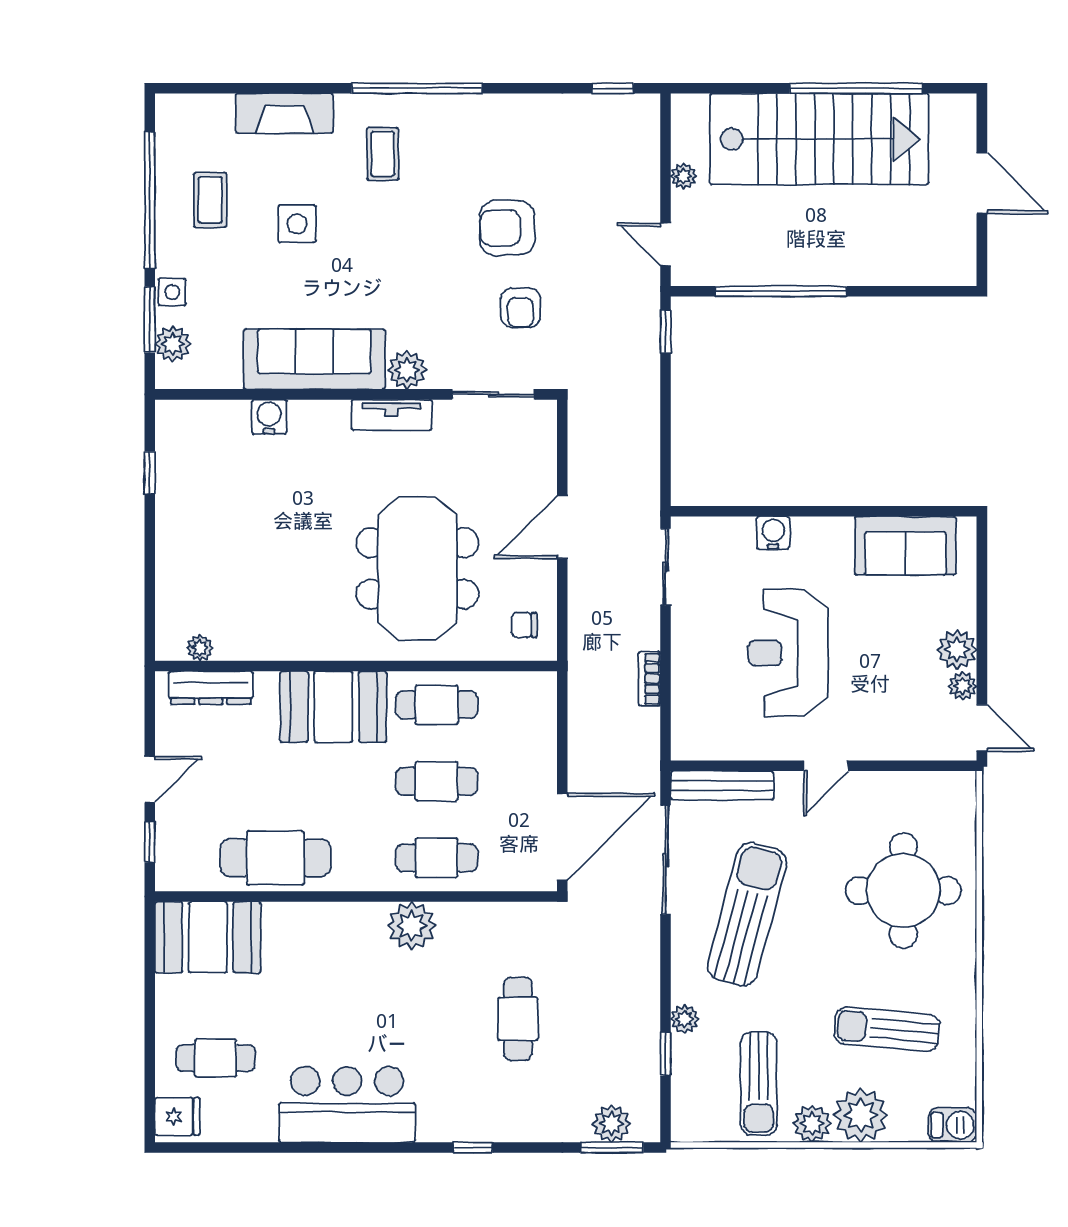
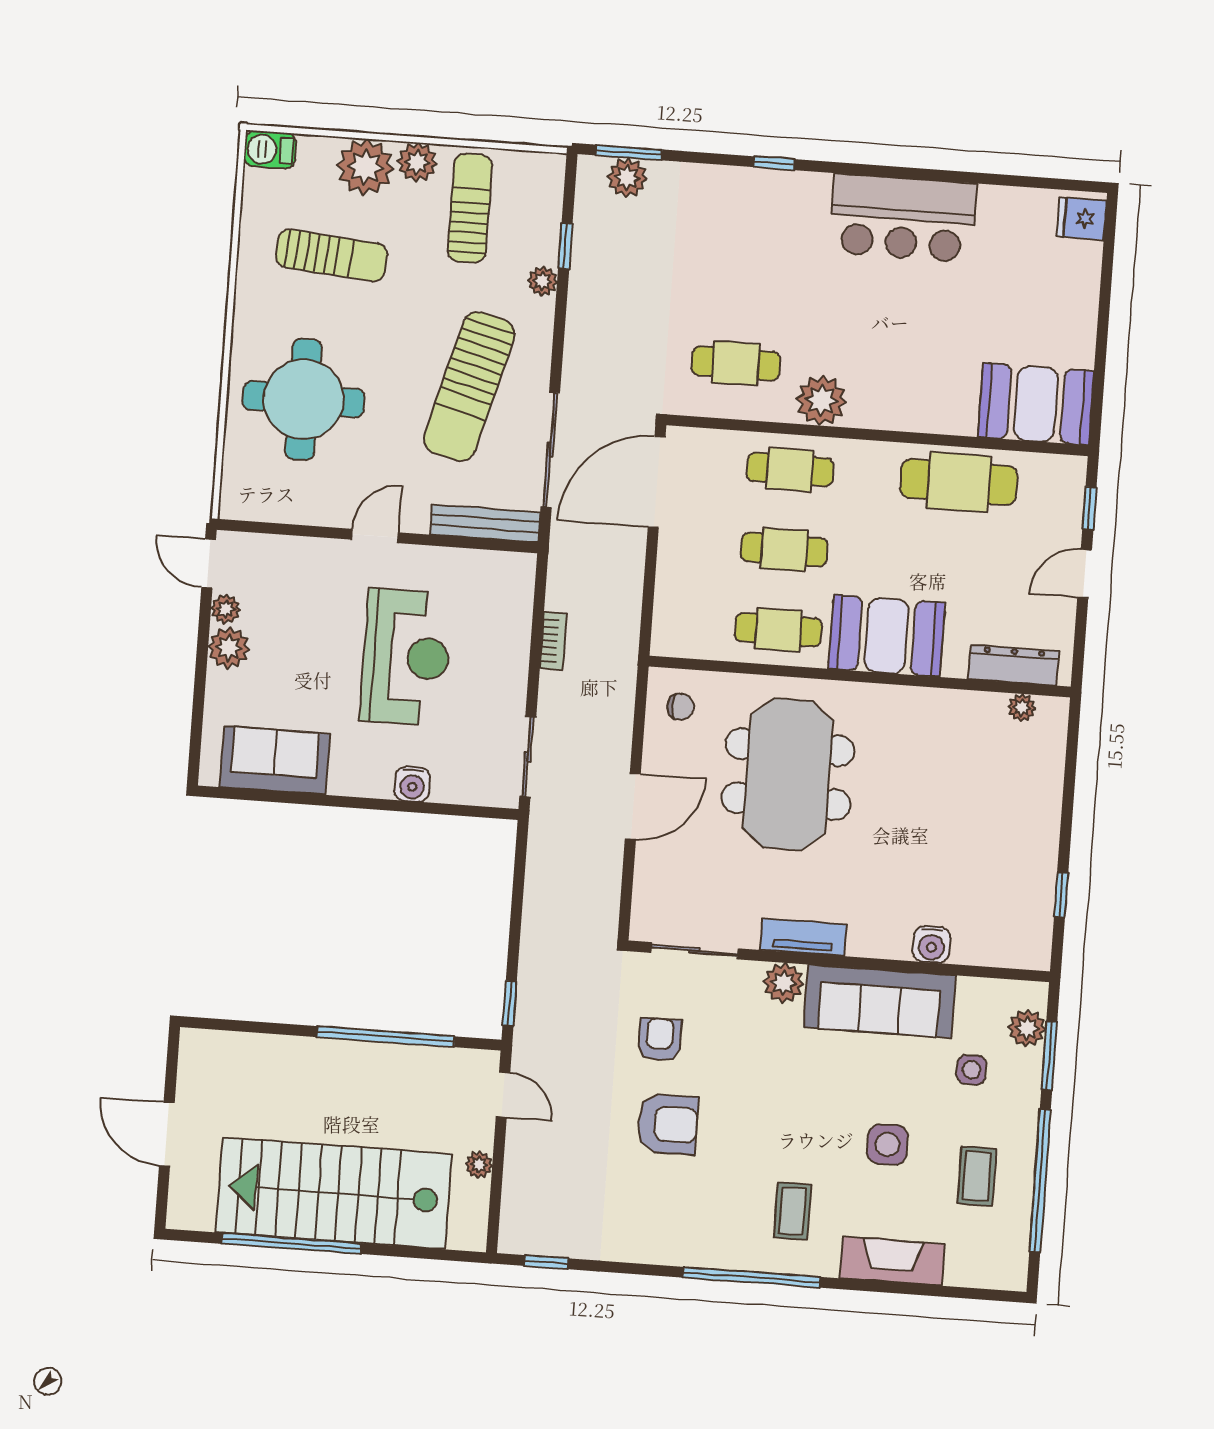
side table: (172, 292) -> (972, 1070), moved
cafe table: (518, 1019) -> (736, 363), moved, turned 90
cafe table: (216, 1058) -> (1037, 277), removed

